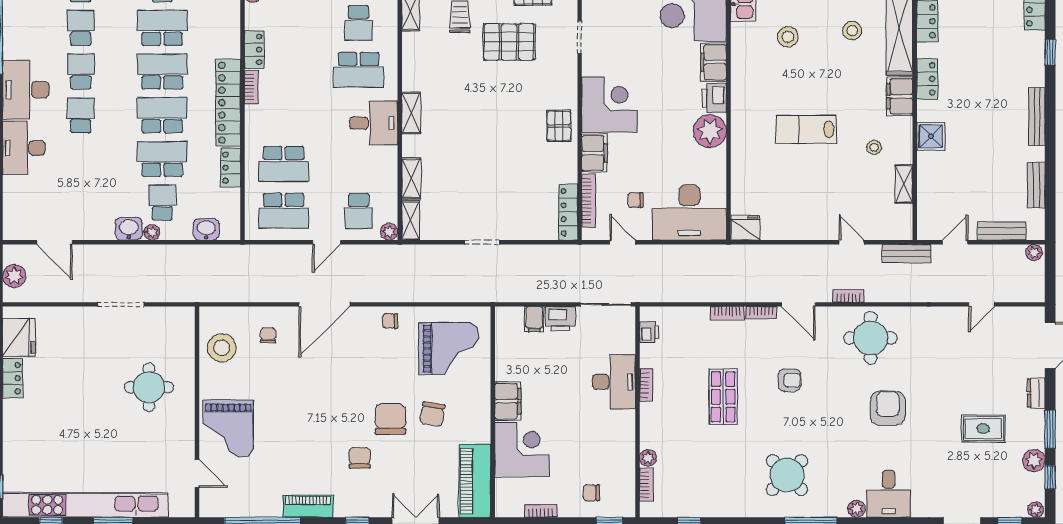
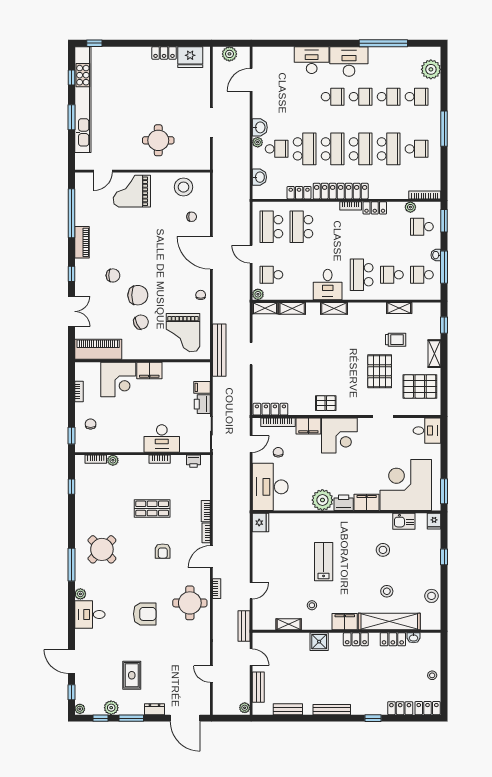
bench: (476, 292) -> (219, 350), added
chair: (432, 414) -> (141, 322), turned 146

